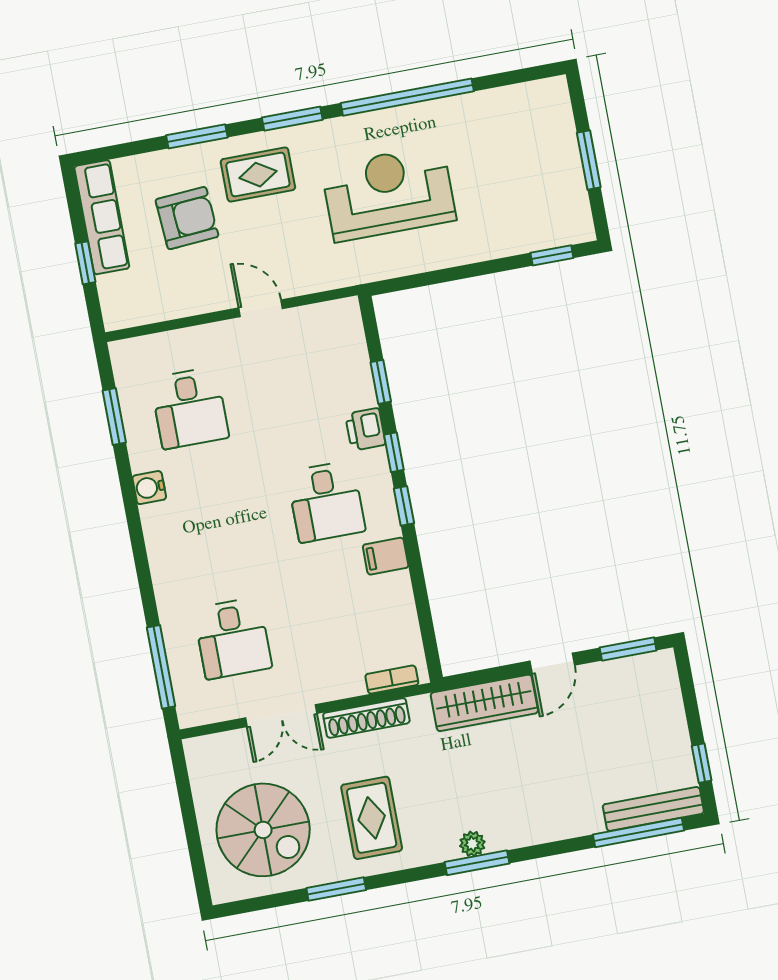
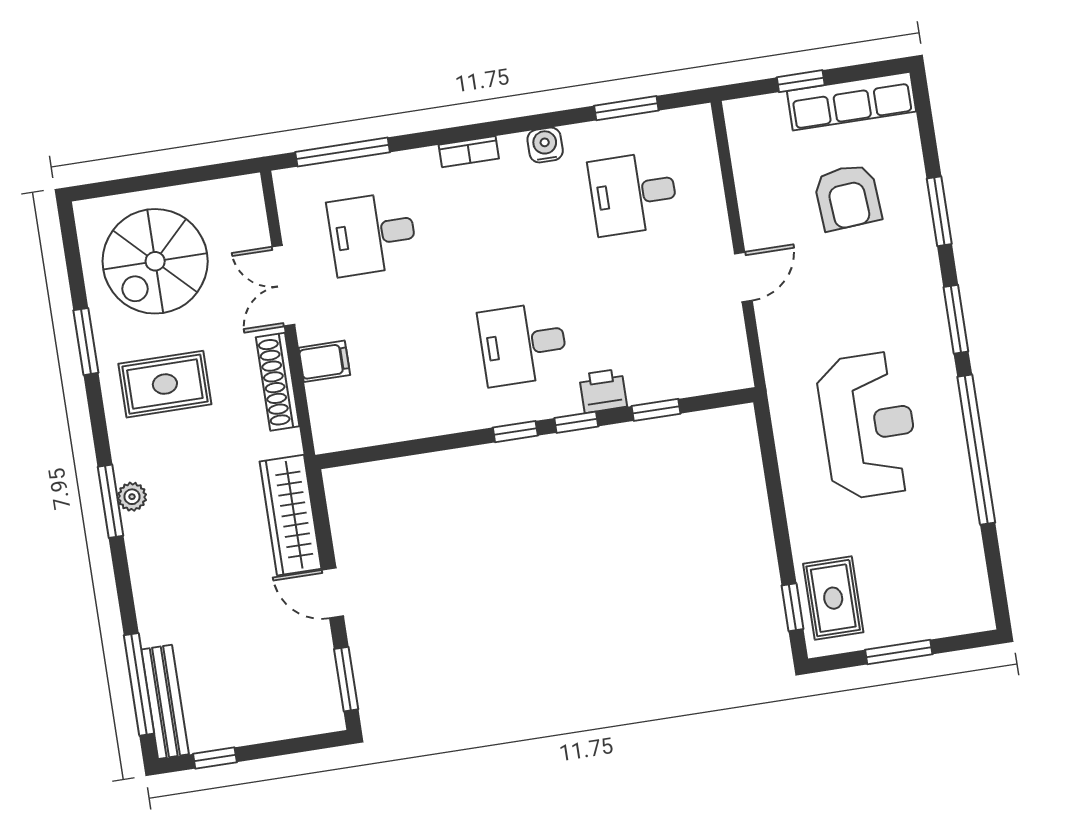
rug: (258, 175) -> (833, 598), moved
filing cabinet: (386, 556) -> (324, 361), moved, turned 90
bookcase: (392, 680) -> (469, 152), moved, turned 90

